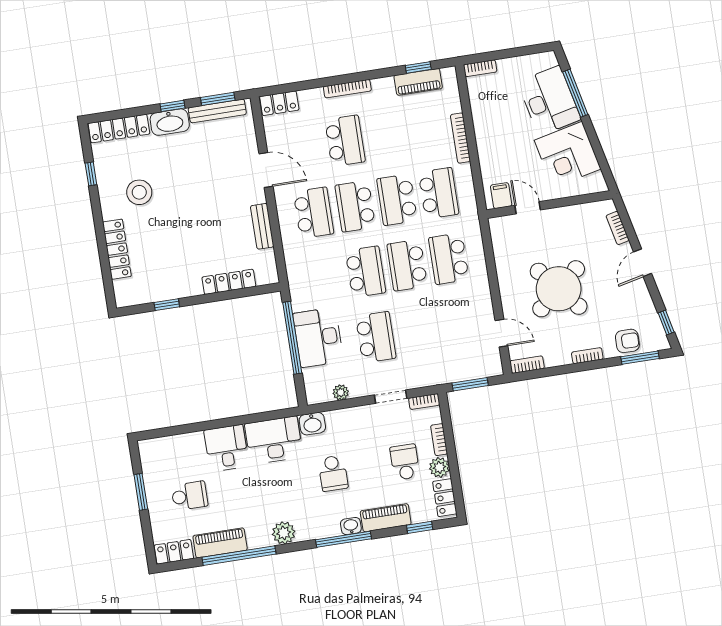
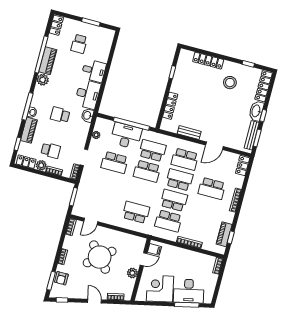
plant: (561, 217) -> (132, 273), added
school desk: (407, 265) -> (152, 150), moved
piano: (220, 543) -> (48, 61), moved

